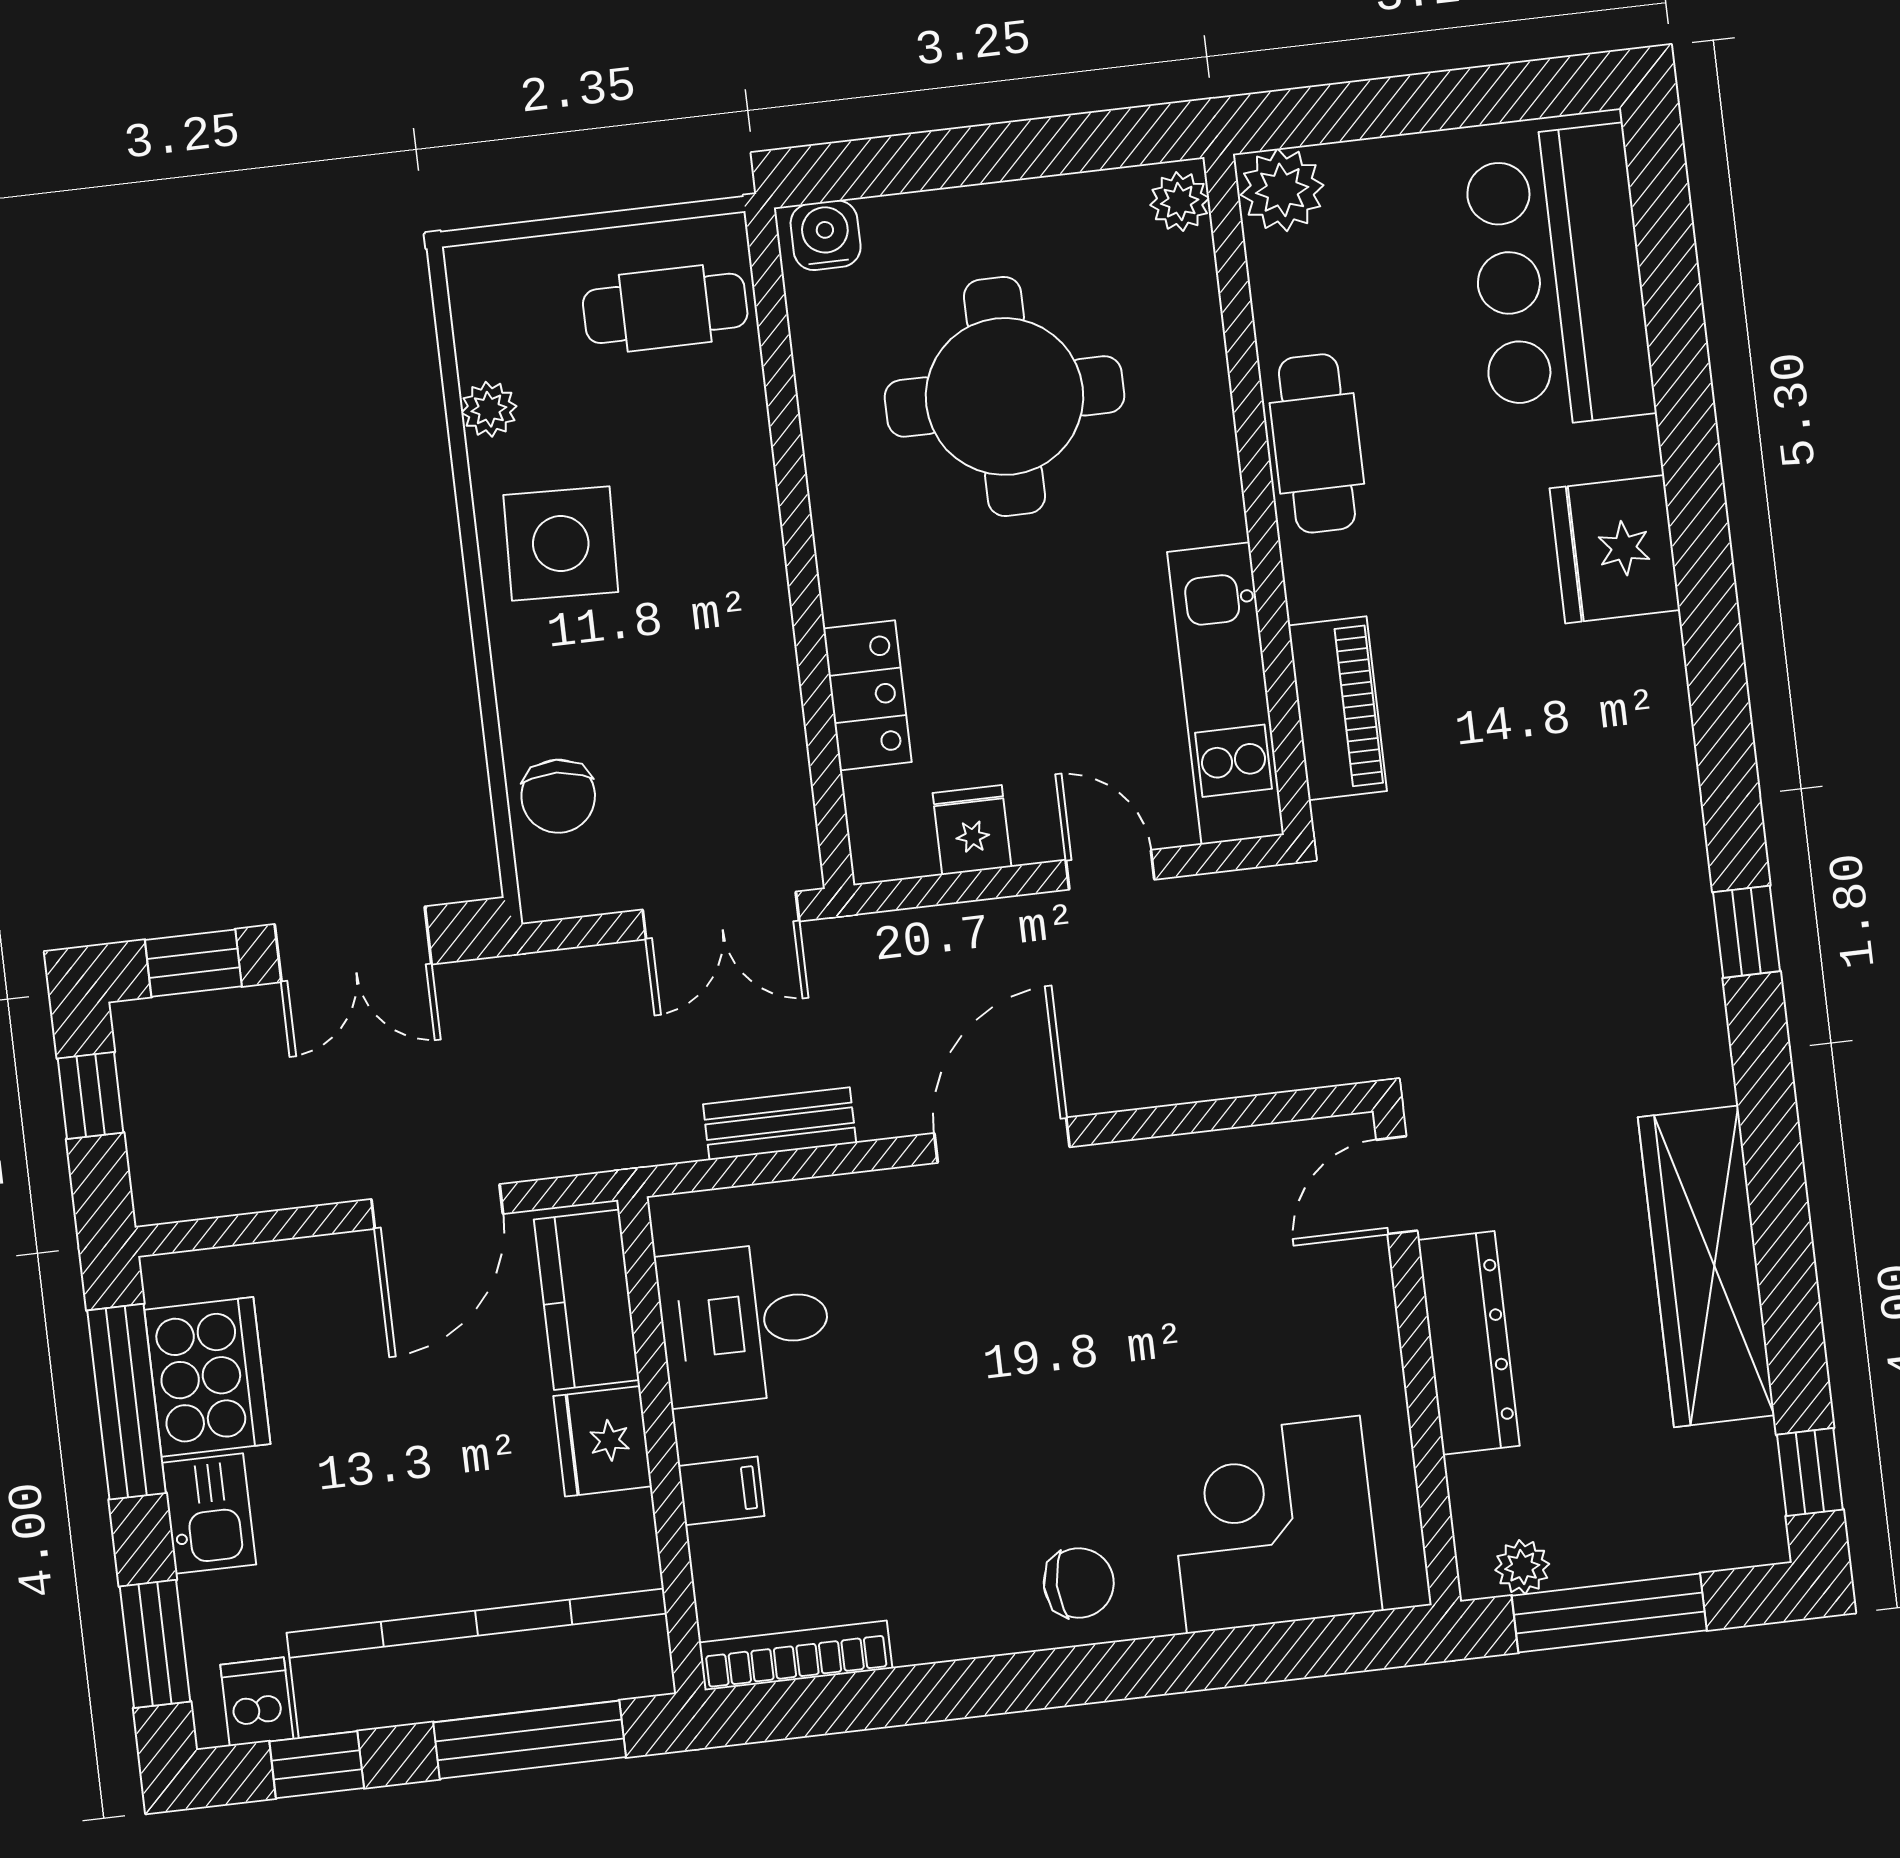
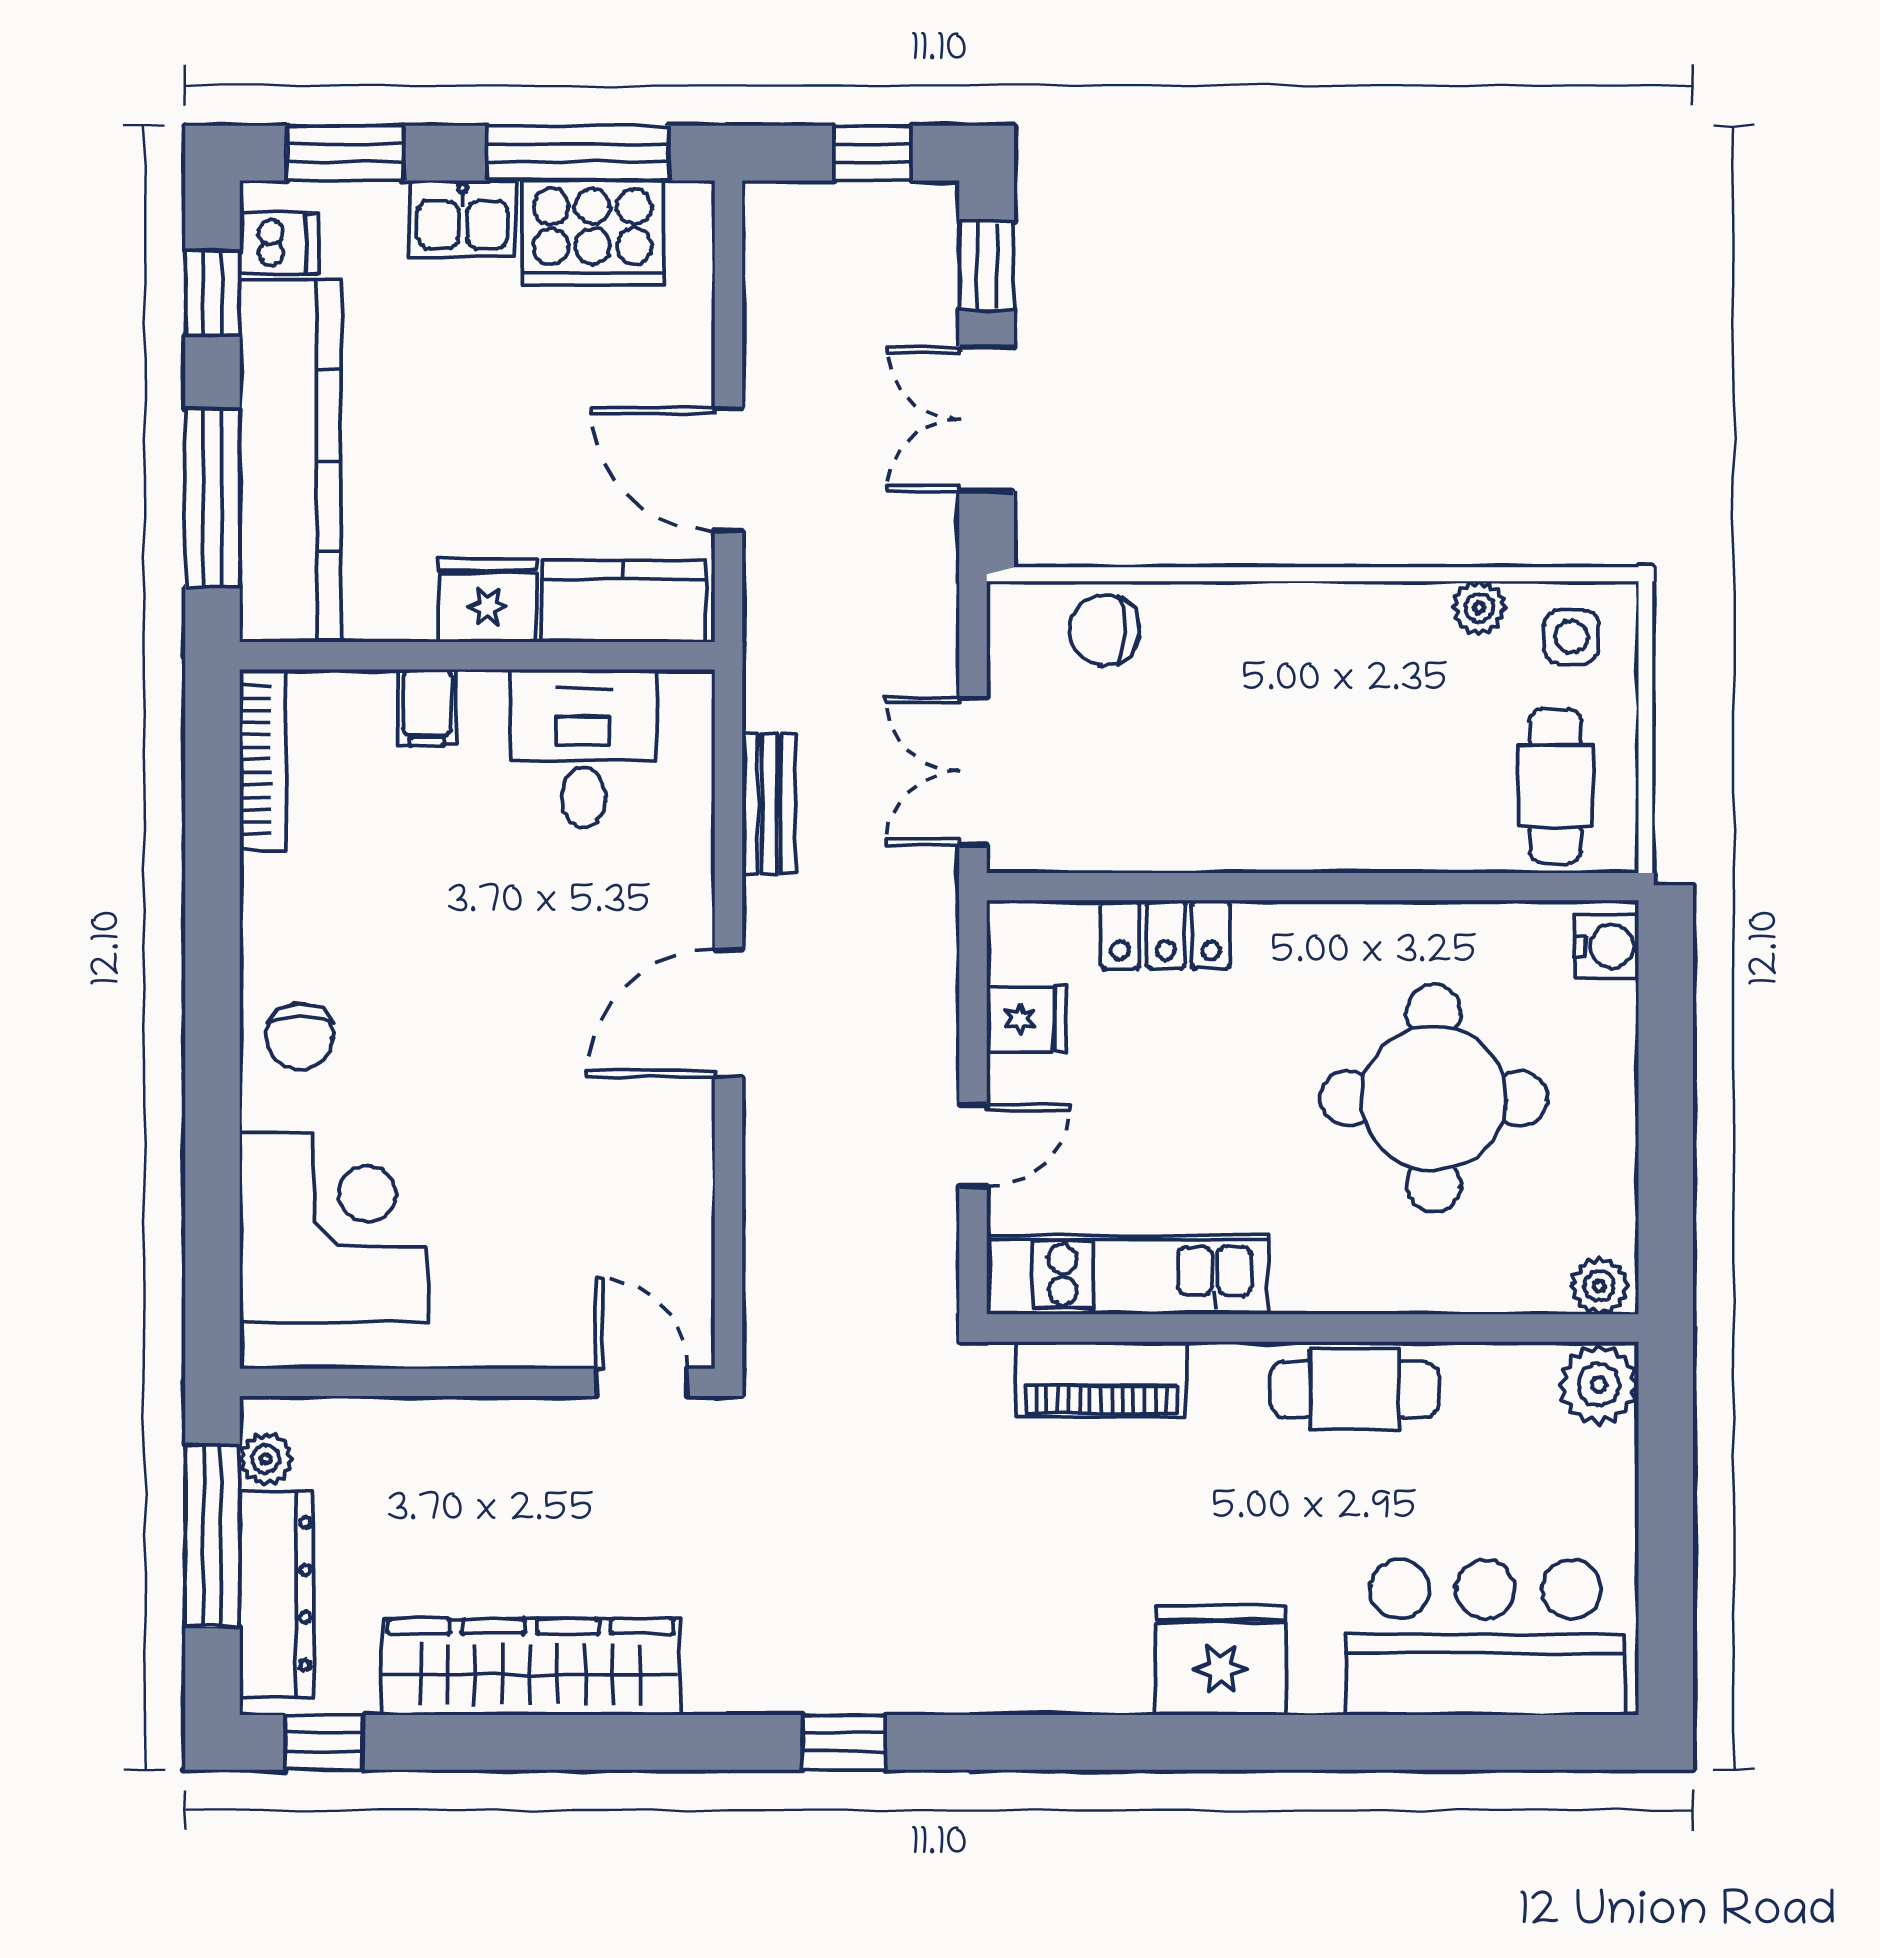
side table: (561, 544) -> (1571, 637), moved, width x0.54, depth x0.54
door: (1002, 1140) -> (729, 1013), swing flipped
dresser: (1469, 1343) -> (276, 1594), moved, turned -90

